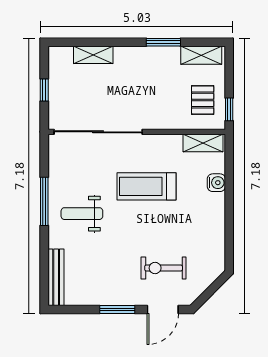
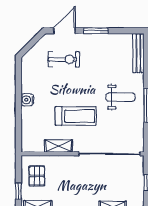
window: (229, 109) -> (18, 191), moved
shelving: (203, 143) -> (58, 146), moved
water cooler: (216, 183) -> (27, 100), moved

